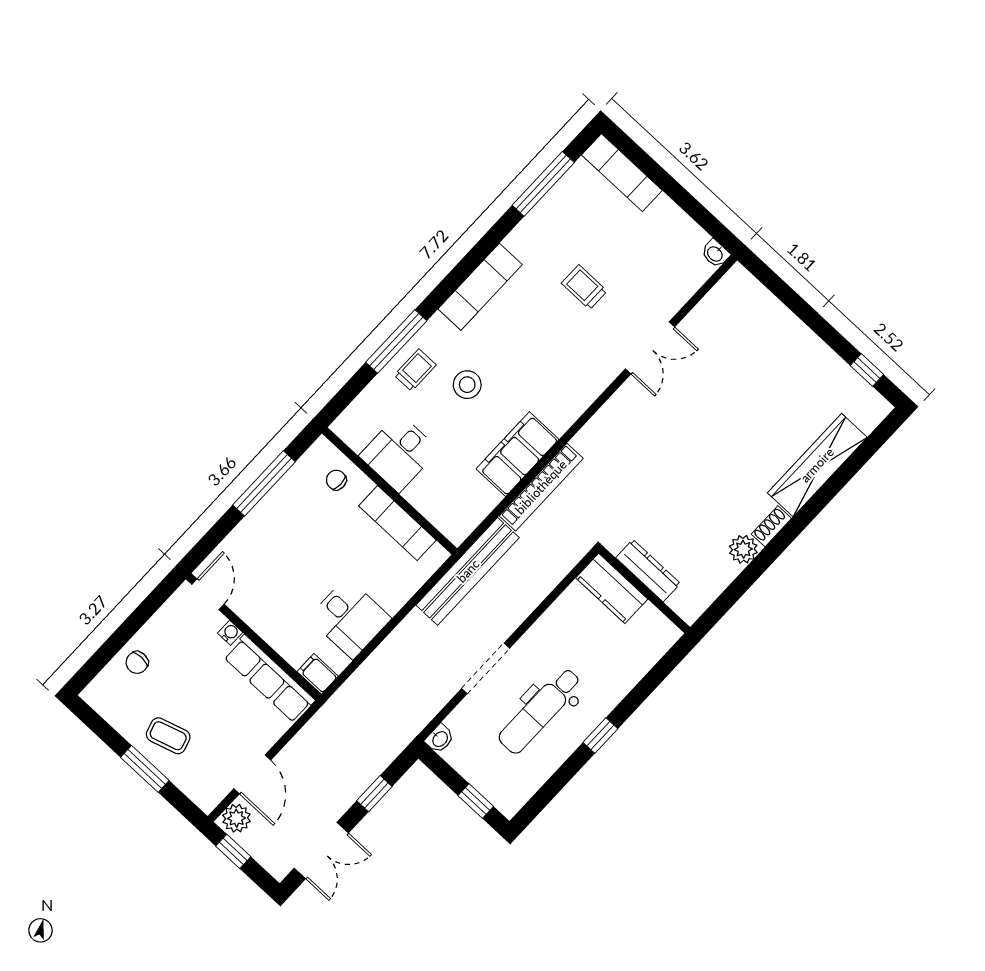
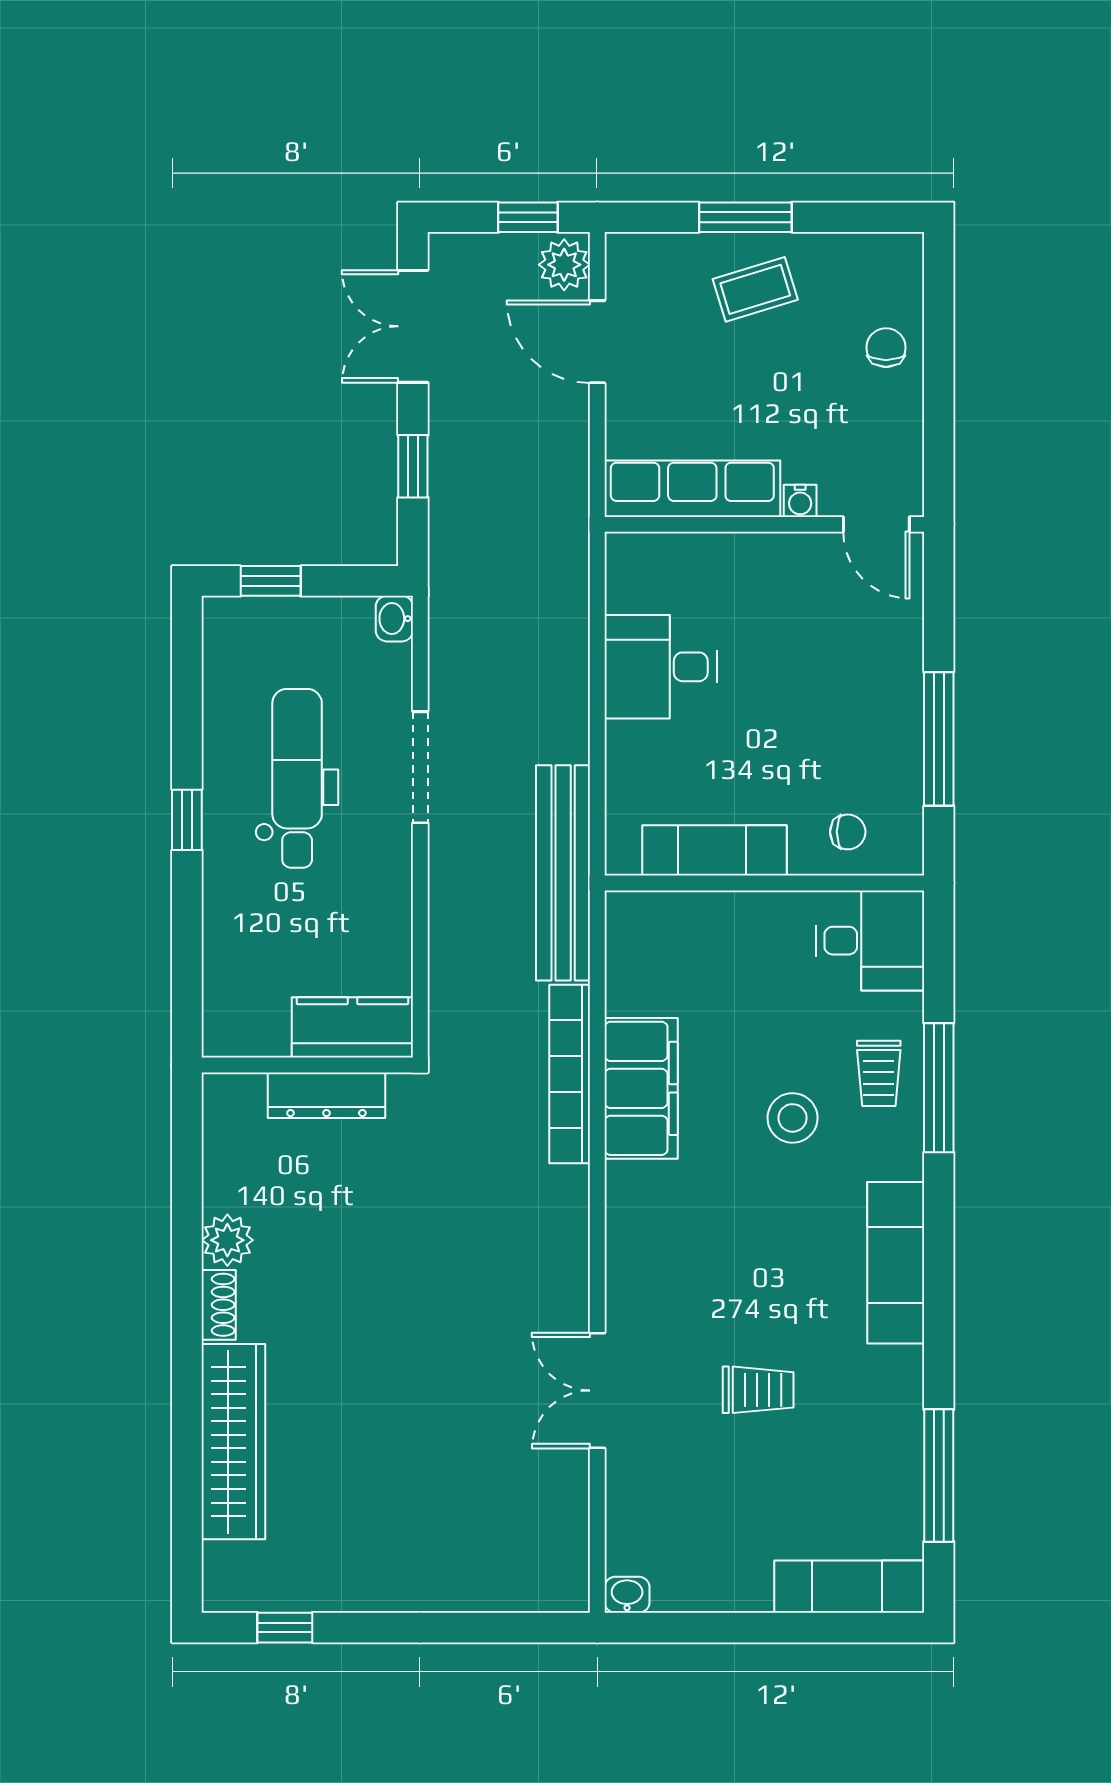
desk: (399, 453) -> (870, 941), moved, turned 90
filing cabinet: (318, 674) -> (635, 554), removed

